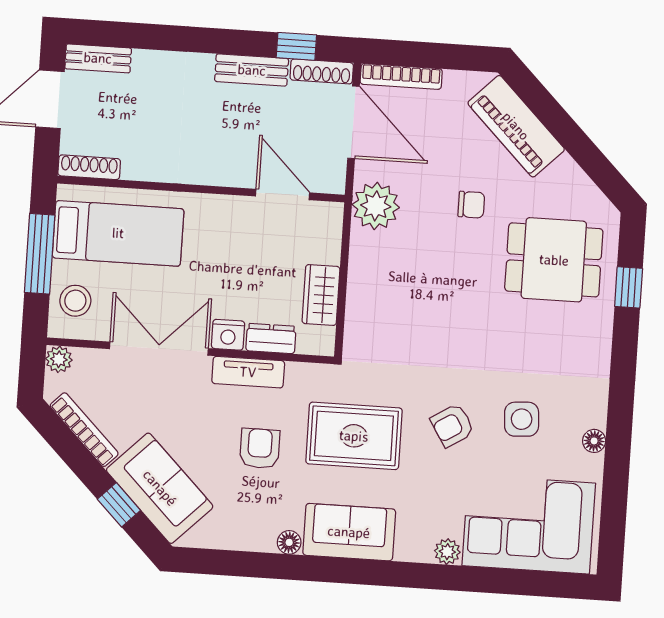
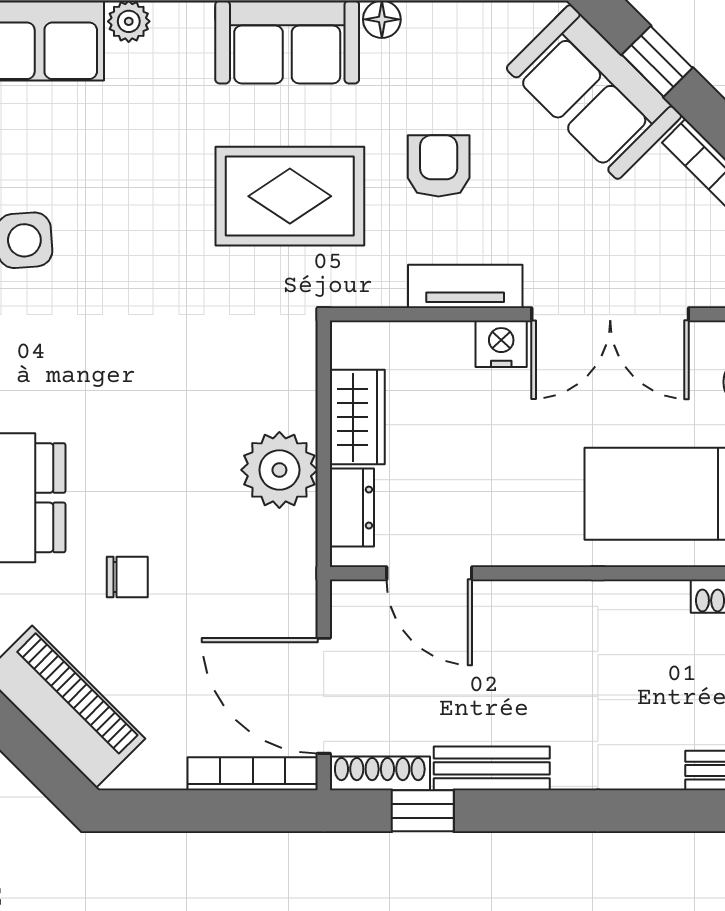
chair: (471, 205) -> (127, 577), turned 180
plant: (376, 206) -> (279, 470), moved
dresser: (271, 338) -> (352, 508), moved, turned -90
armchair: (452, 425) -> (134, 223), removed
armchair: (260, 448) -> (439, 166), turned 180

